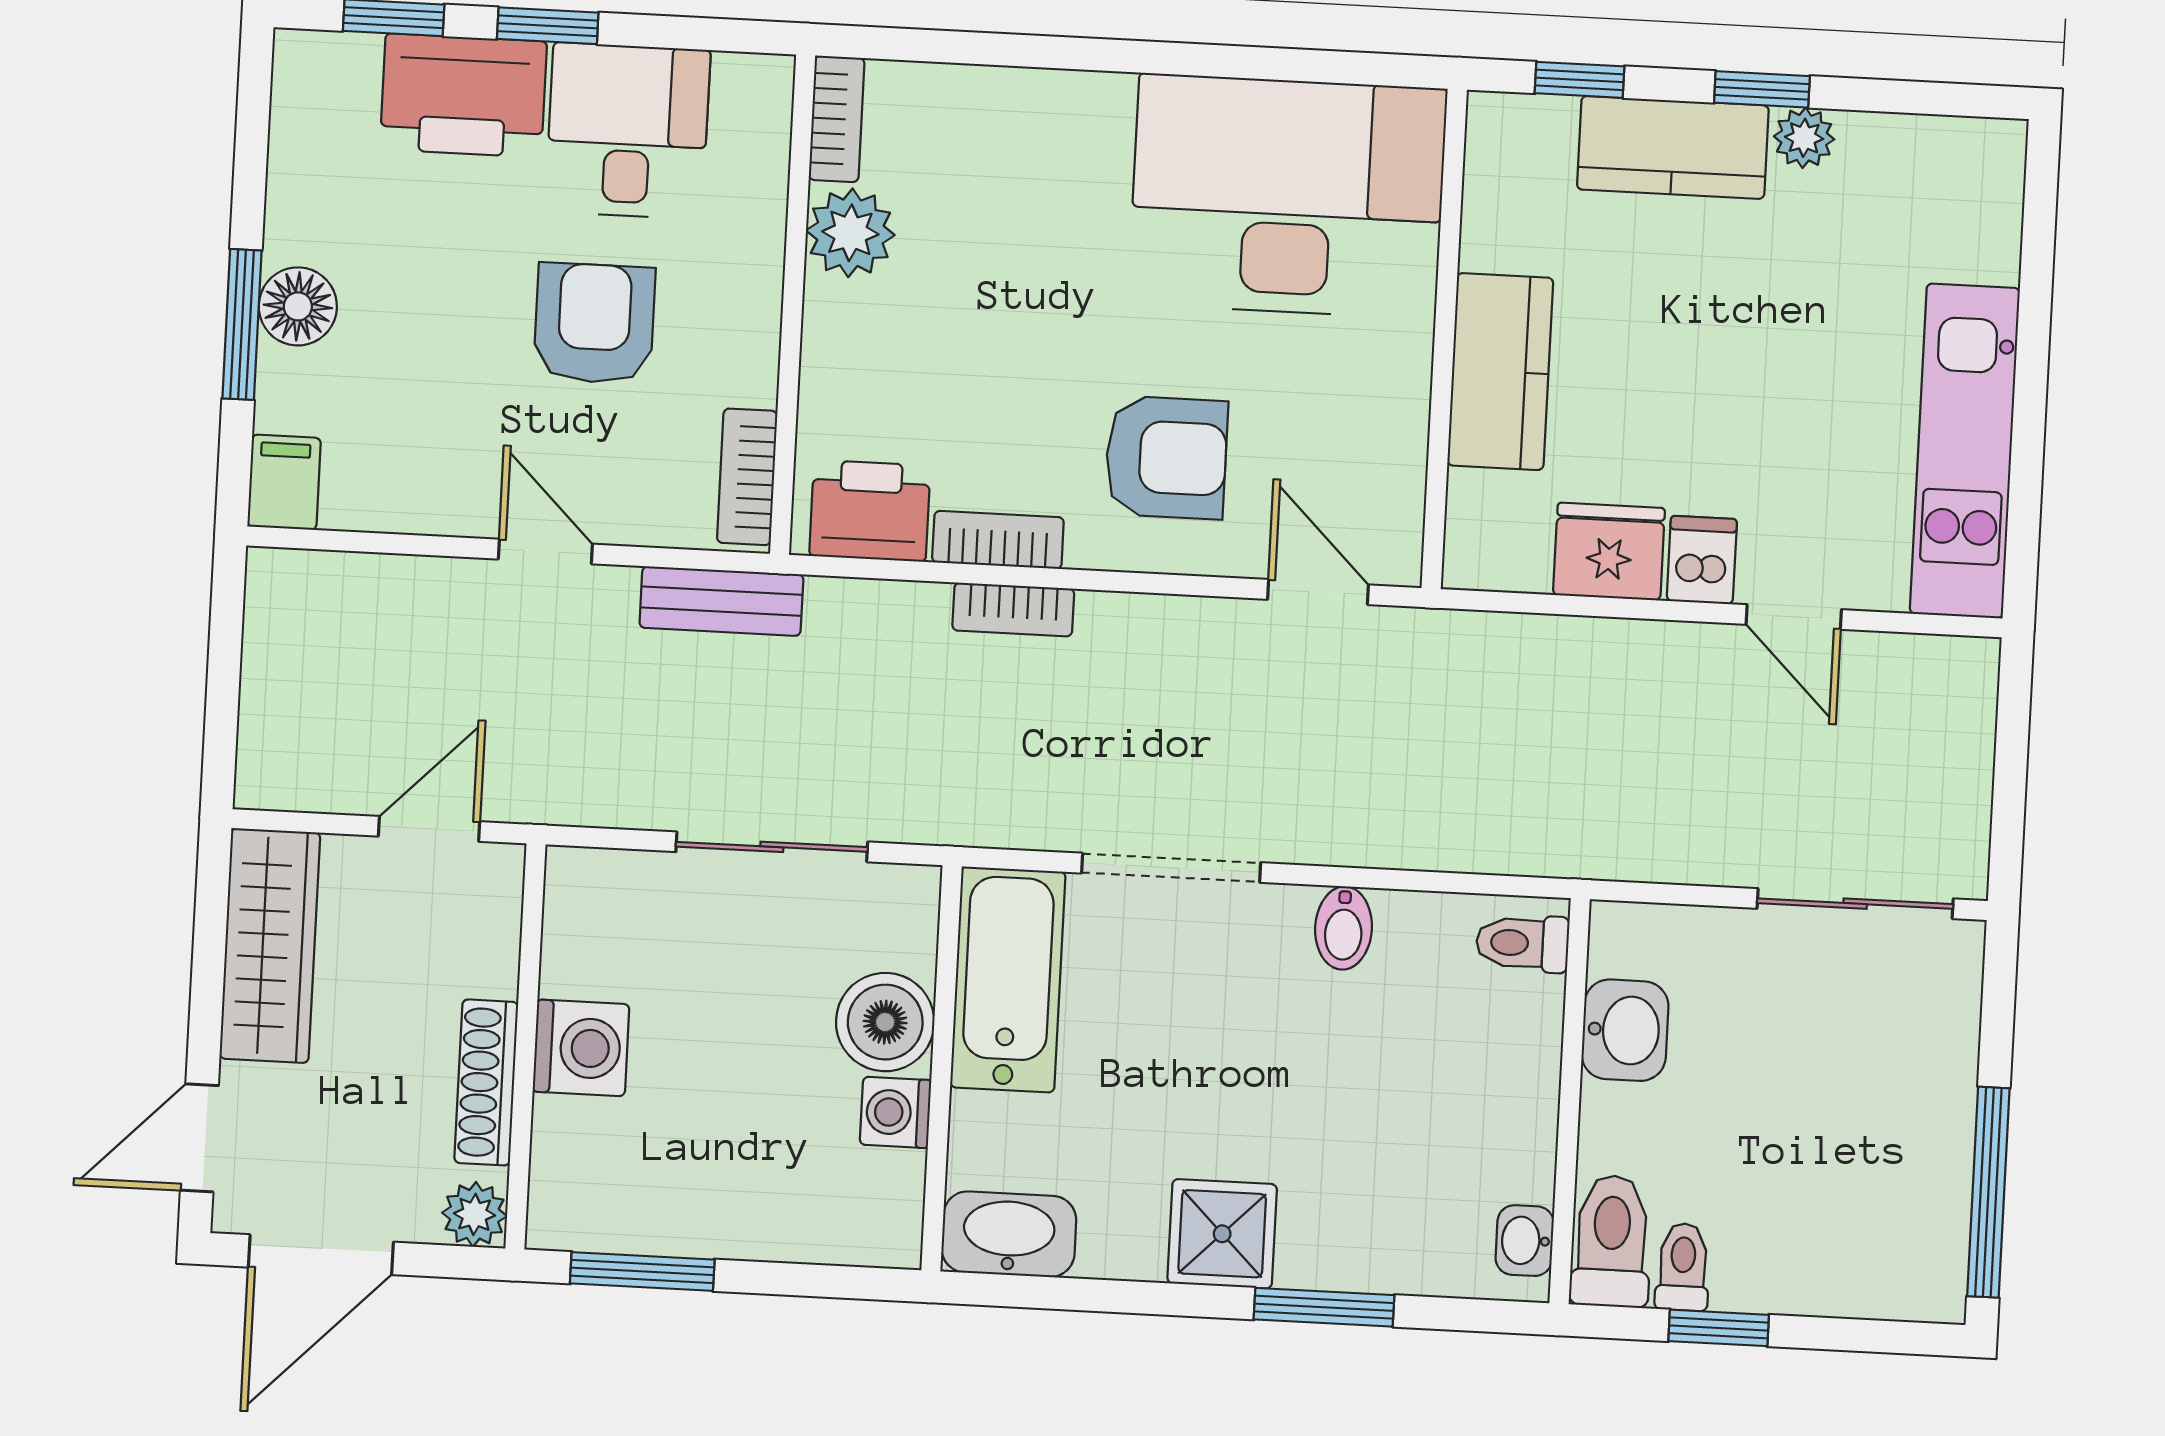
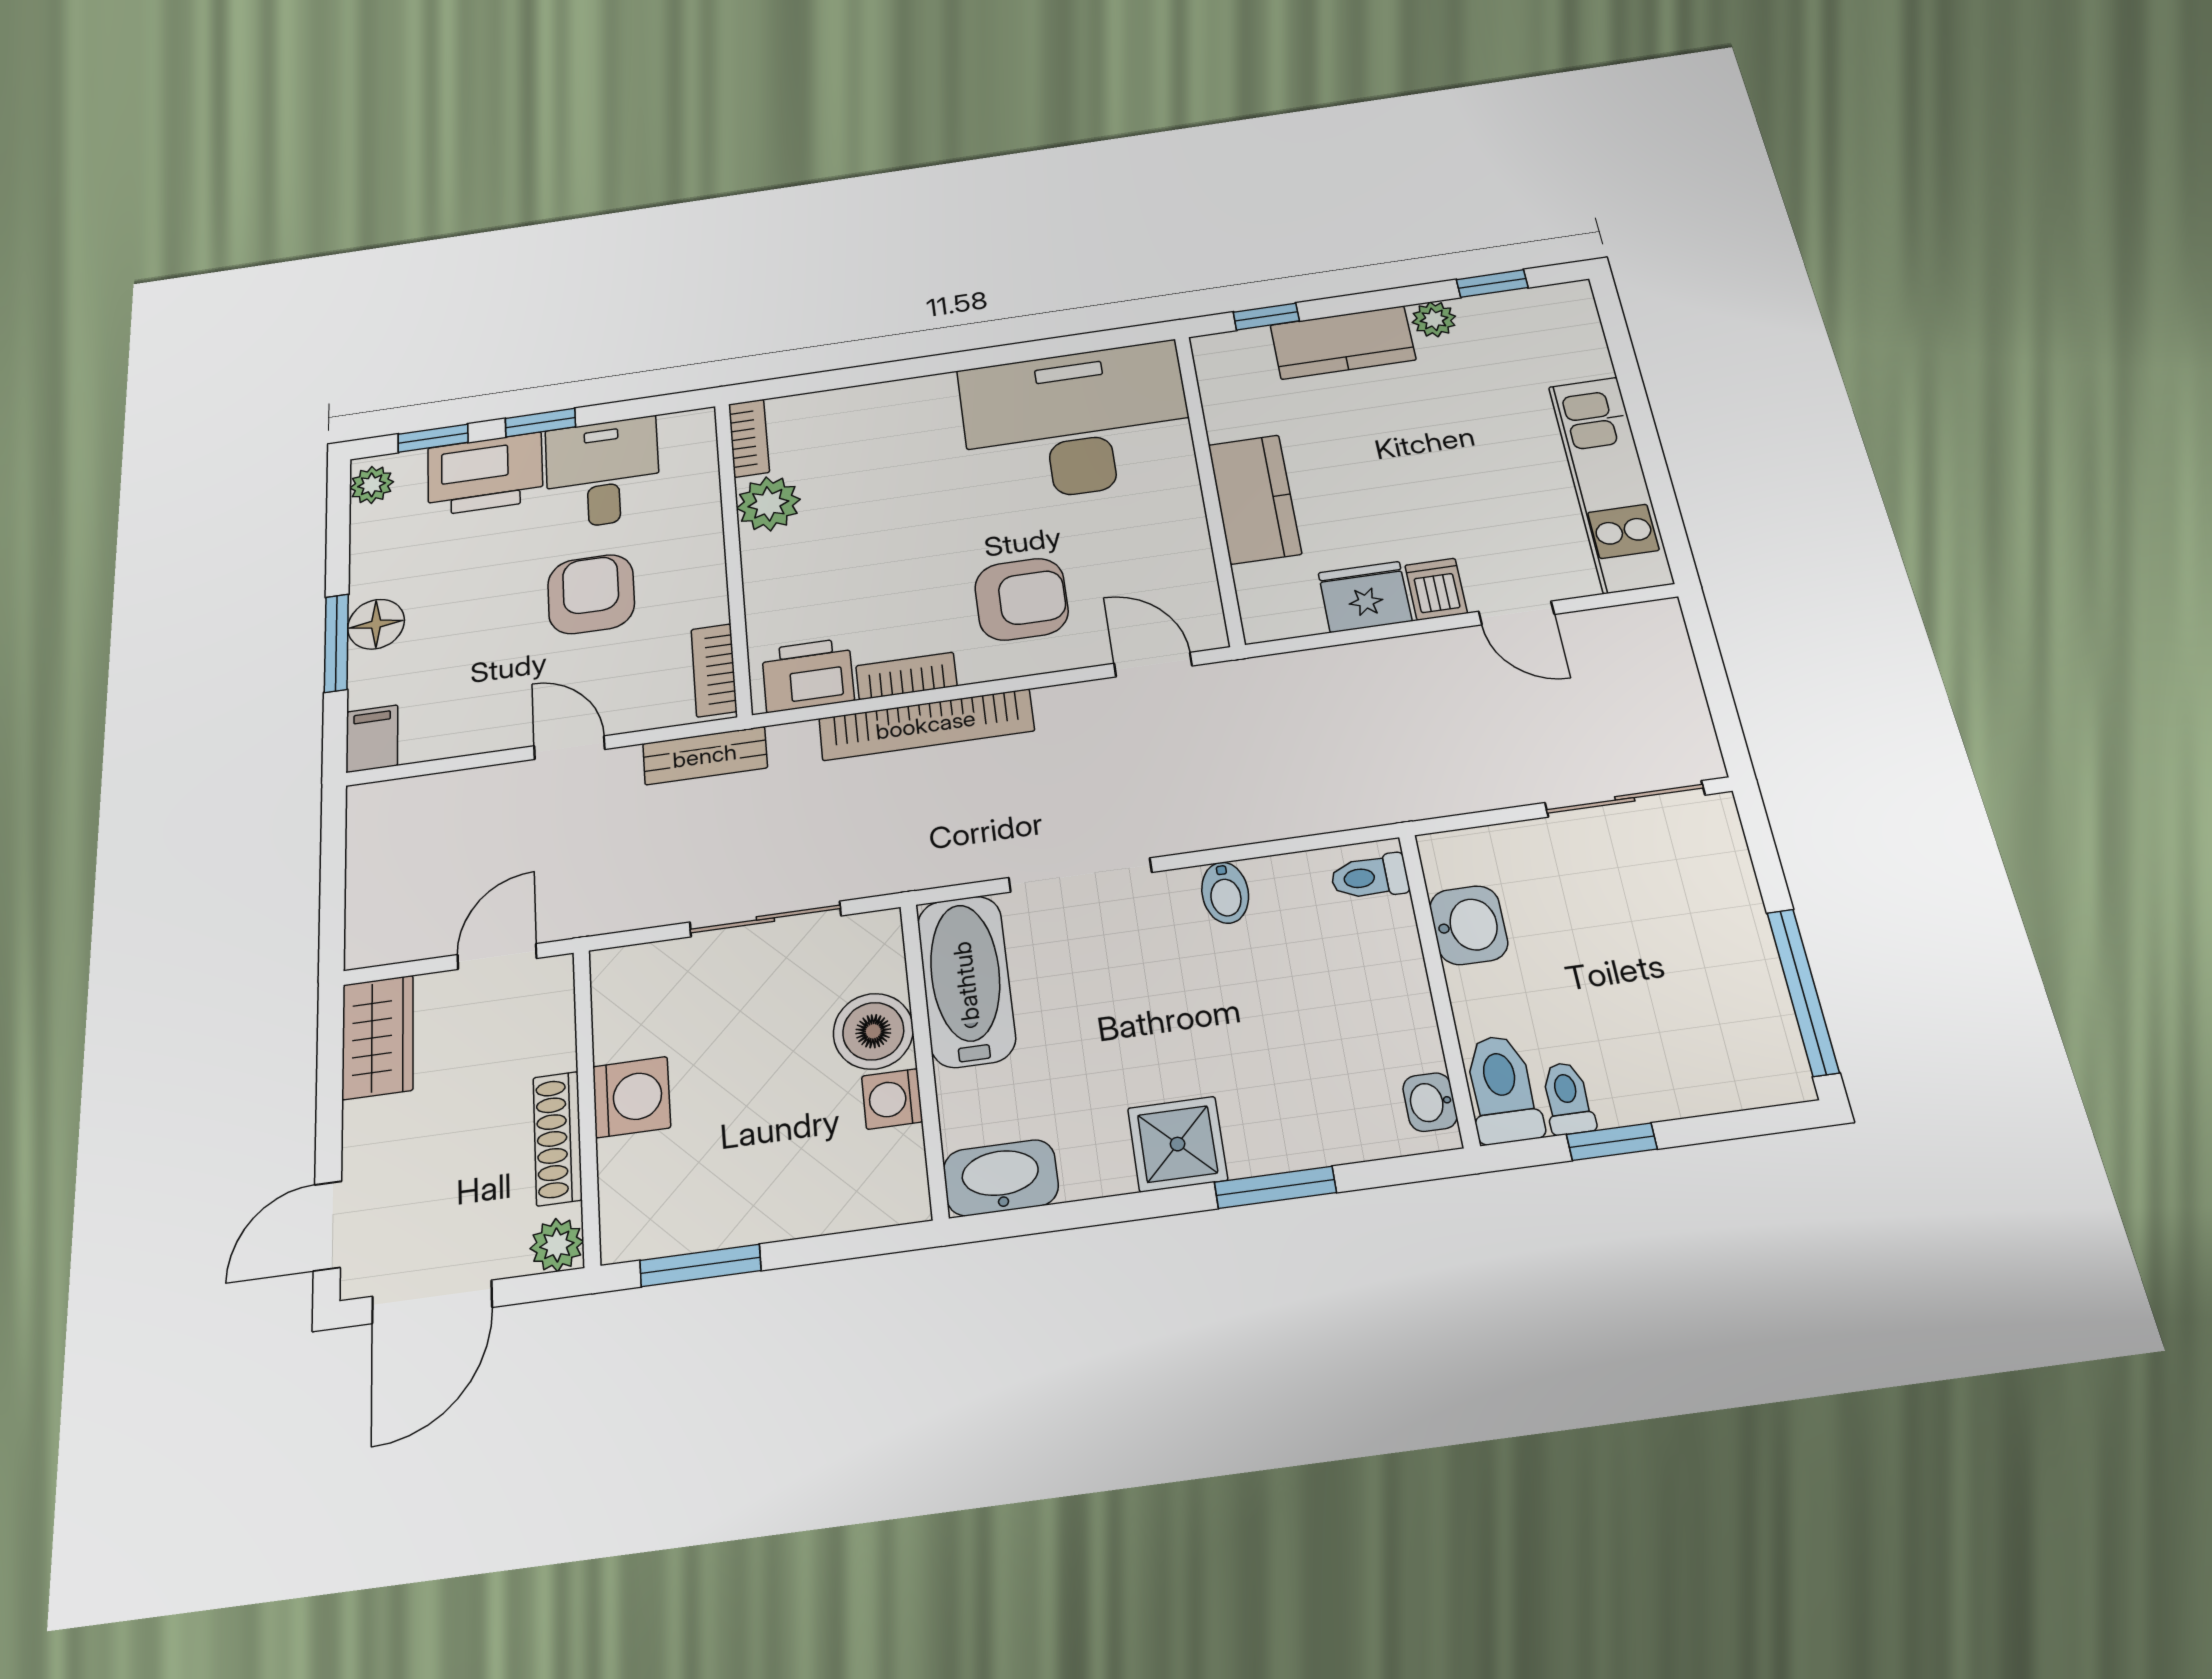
plant: (302, 77) -> (372, 485), added
window: (1762, 89) -> (1492, 284), moved
bookcase: (1013, 610) -> (926, 725), width x2.31, depth x1.31
wardrobe: (270, 946) -> (378, 1037), width x0.67

